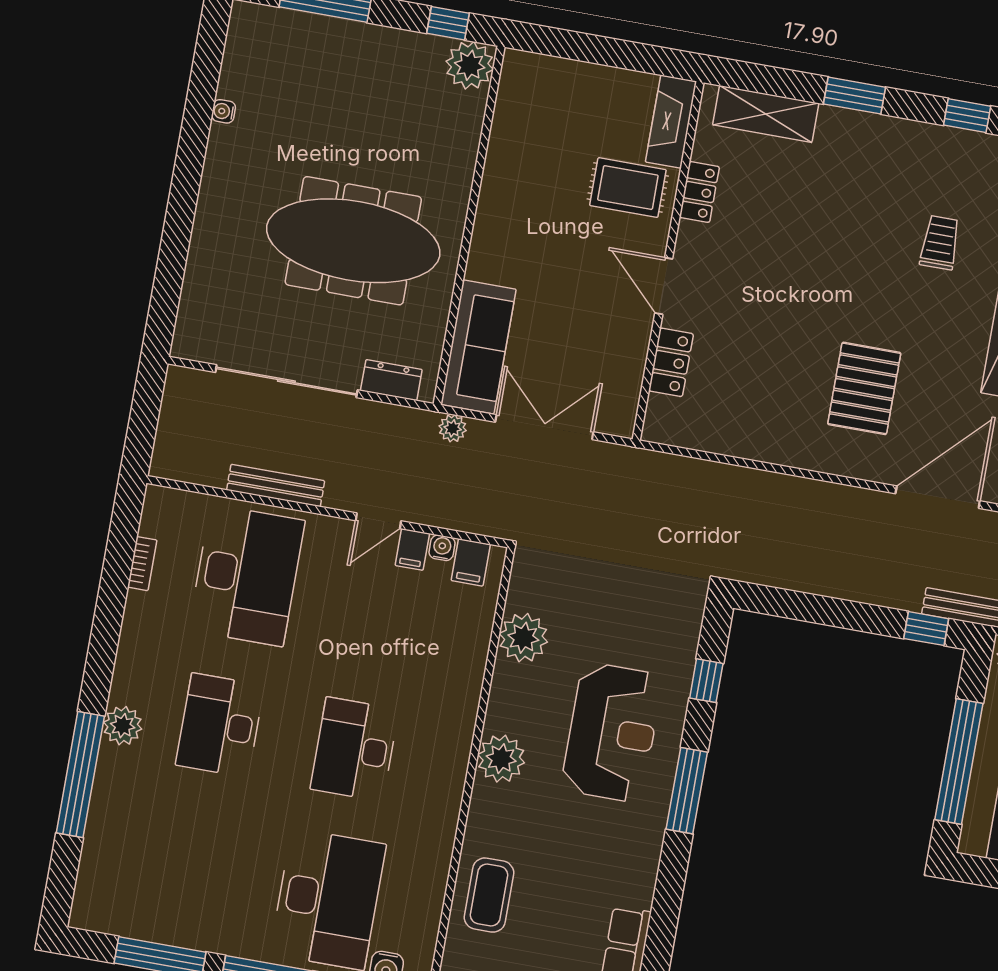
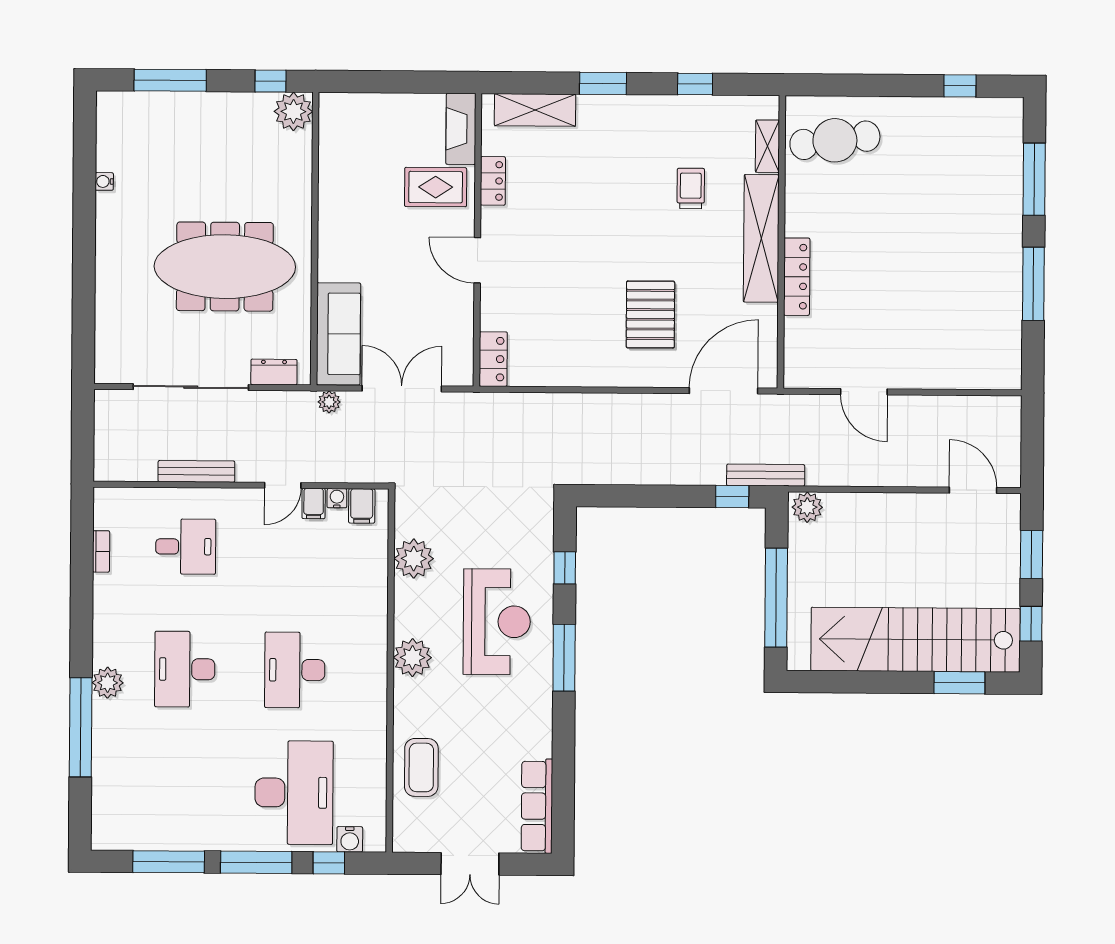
locker: (671, 362) -> (493, 359), moved
desk: (247, 575) -> (186, 547), width x0.53, depth x0.77

